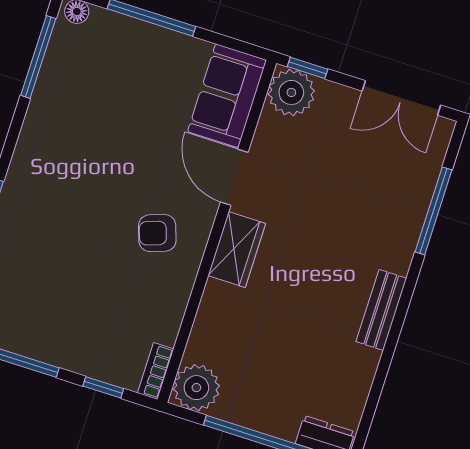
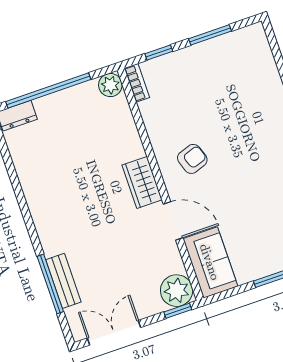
bench: (381, 310) -> (63, 281), moved
plant: (196, 388) -> (110, 85), width x0.73, depth x0.73

